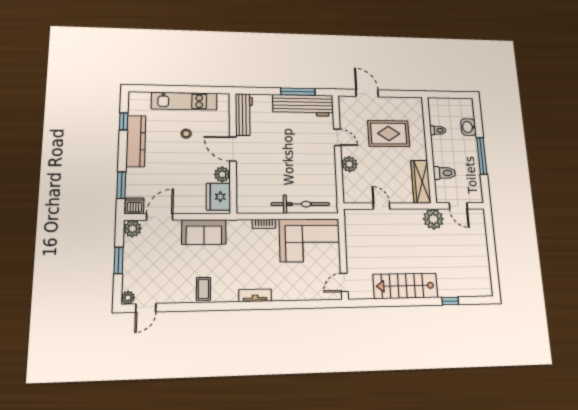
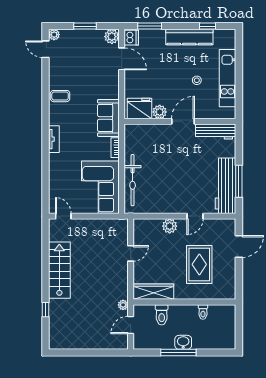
washbasin: (468, 127) -> (183, 342), moved
plant: (433, 219) -> (123, 305), width x0.53, depth x0.53
sofa: (204, 232) -> (108, 118), moved

